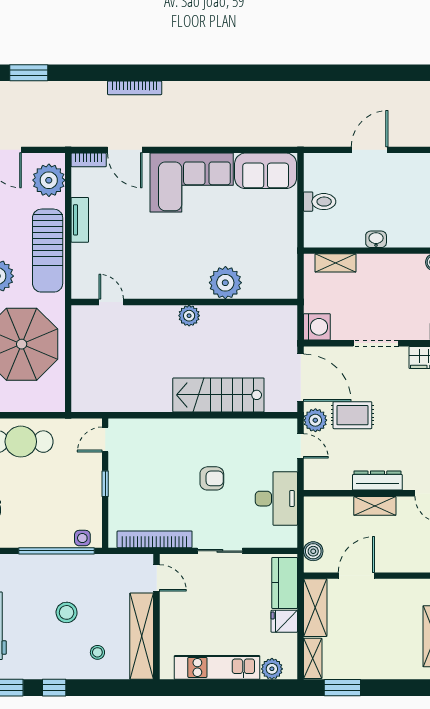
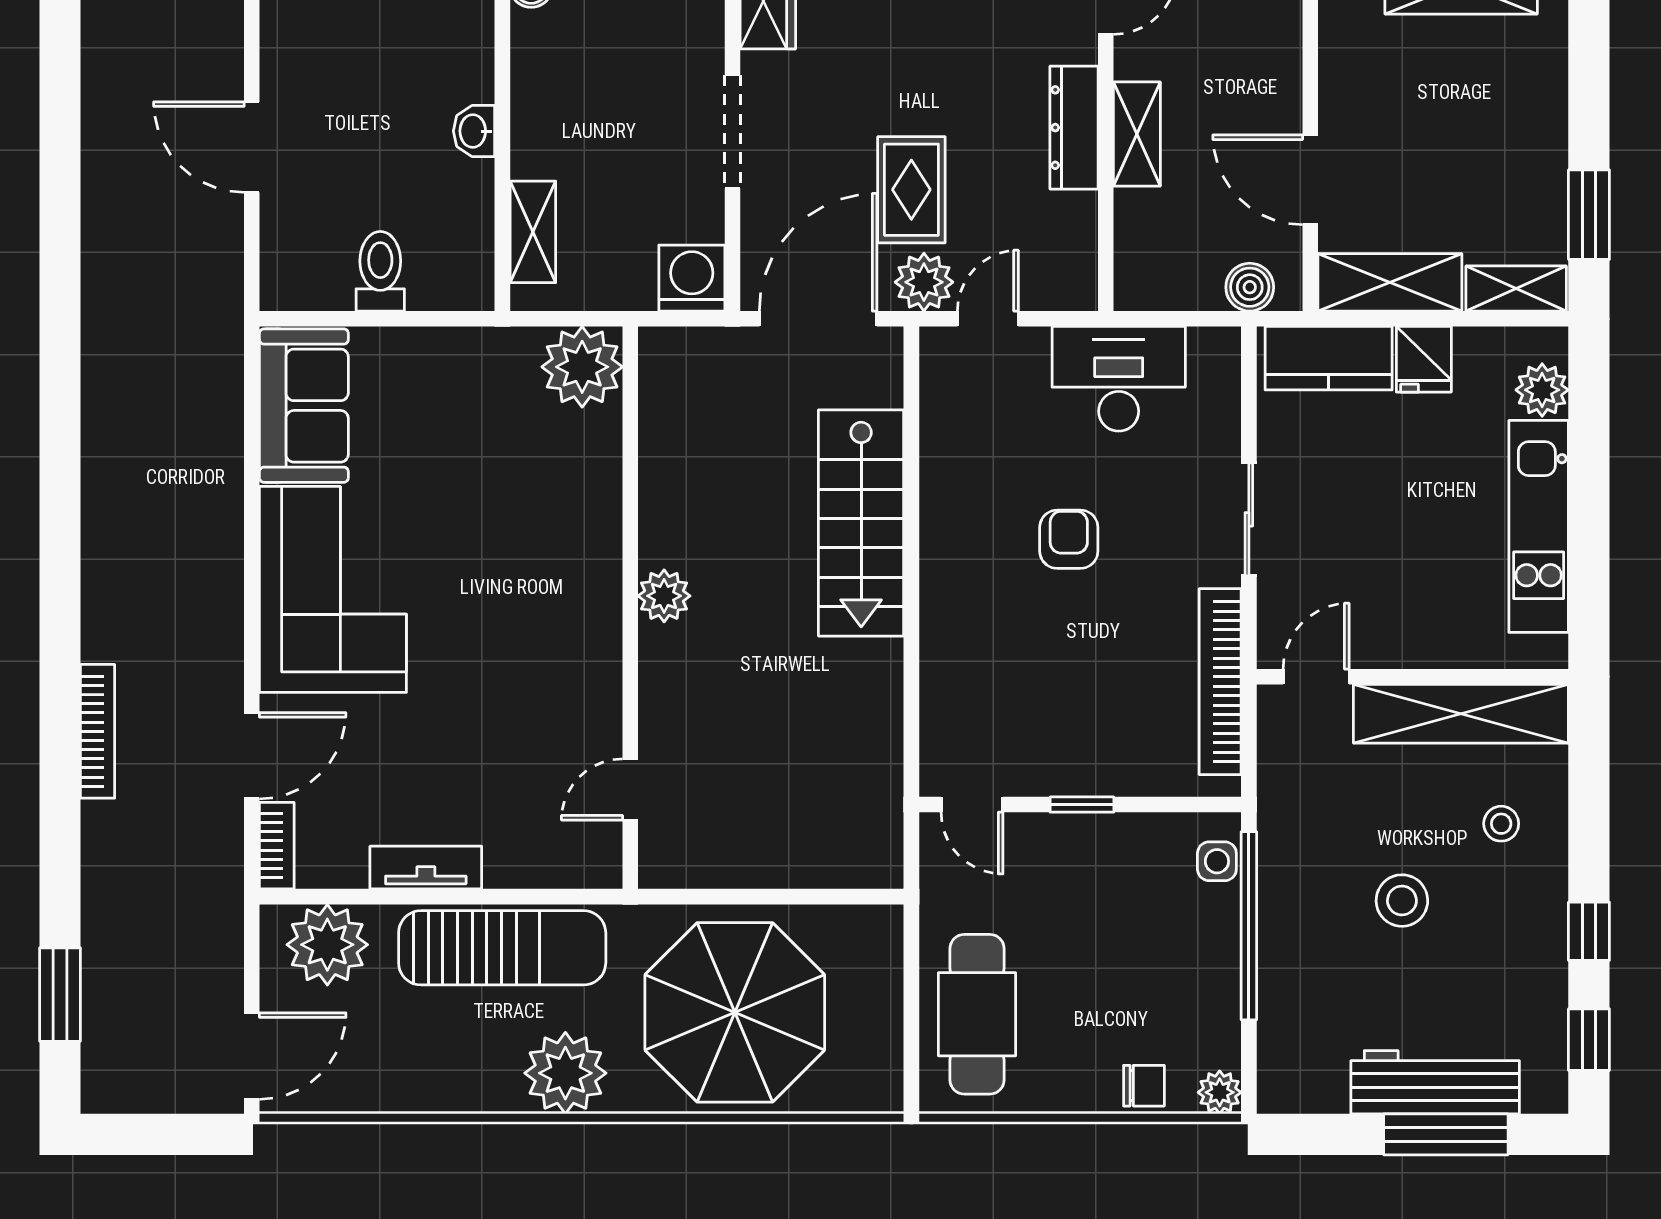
plant: (225, 283) -> (582, 367), moved

